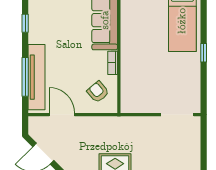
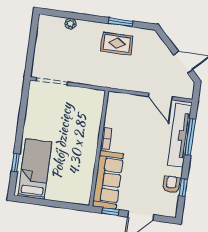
window: (204, 53) -> (16, 162), moved
armchair: (98, 92) -> (171, 184), moved, turned -140

